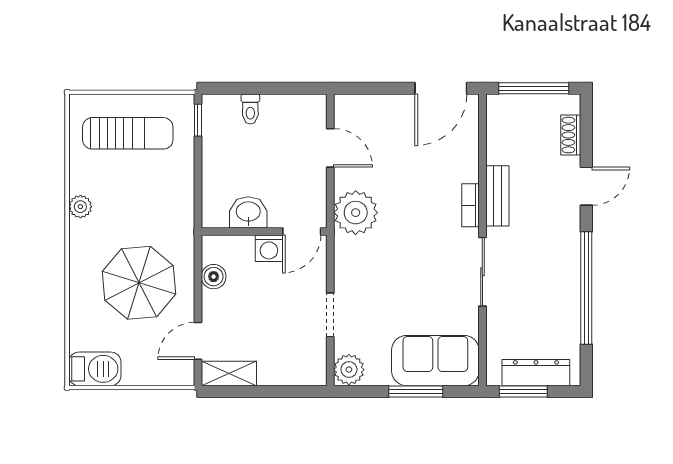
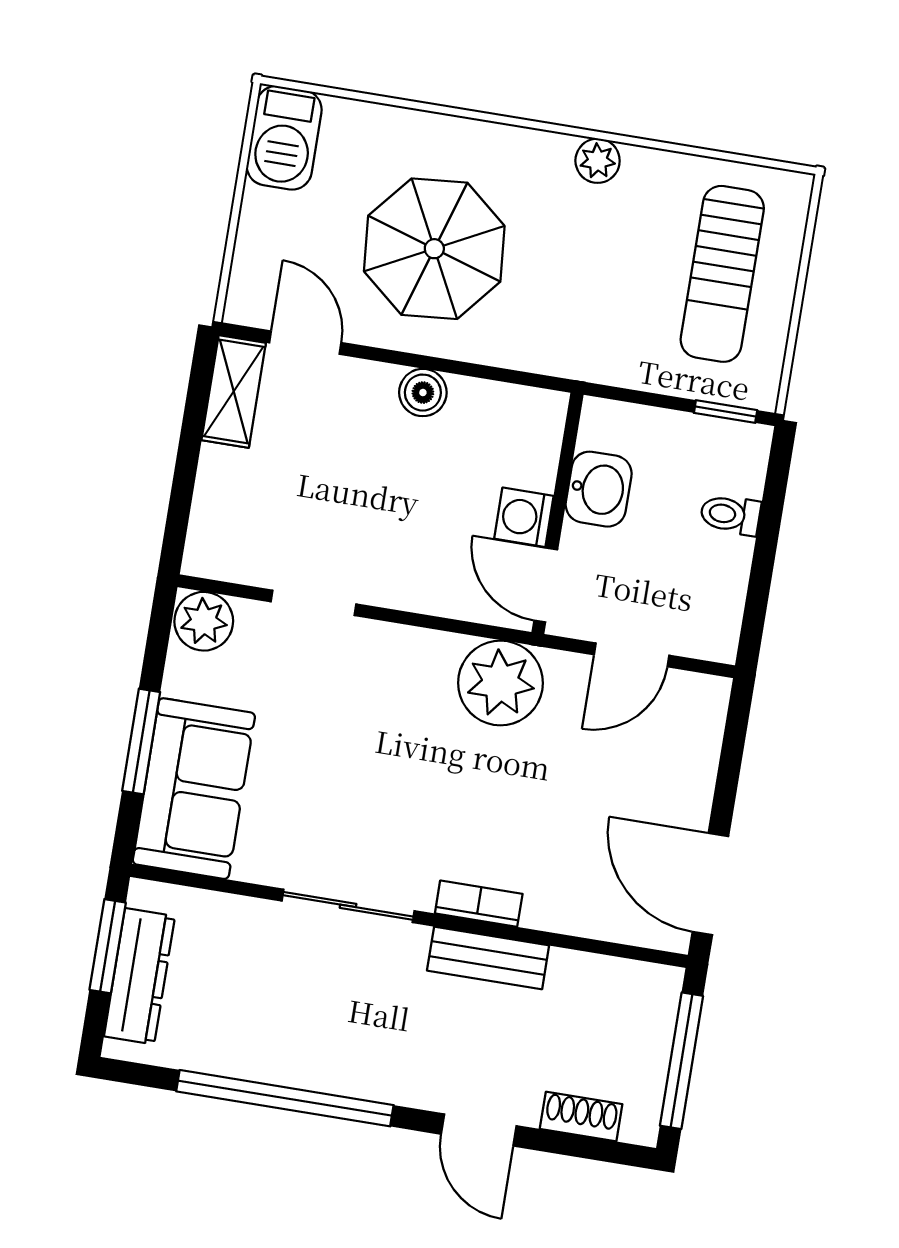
washbasin: (248, 212) -> (599, 489), moved
wall: (264, 231) -> (557, 513), moved
door: (302, 231) -> (546, 585), moved
washing machine: (269, 248) -> (524, 517), moved

